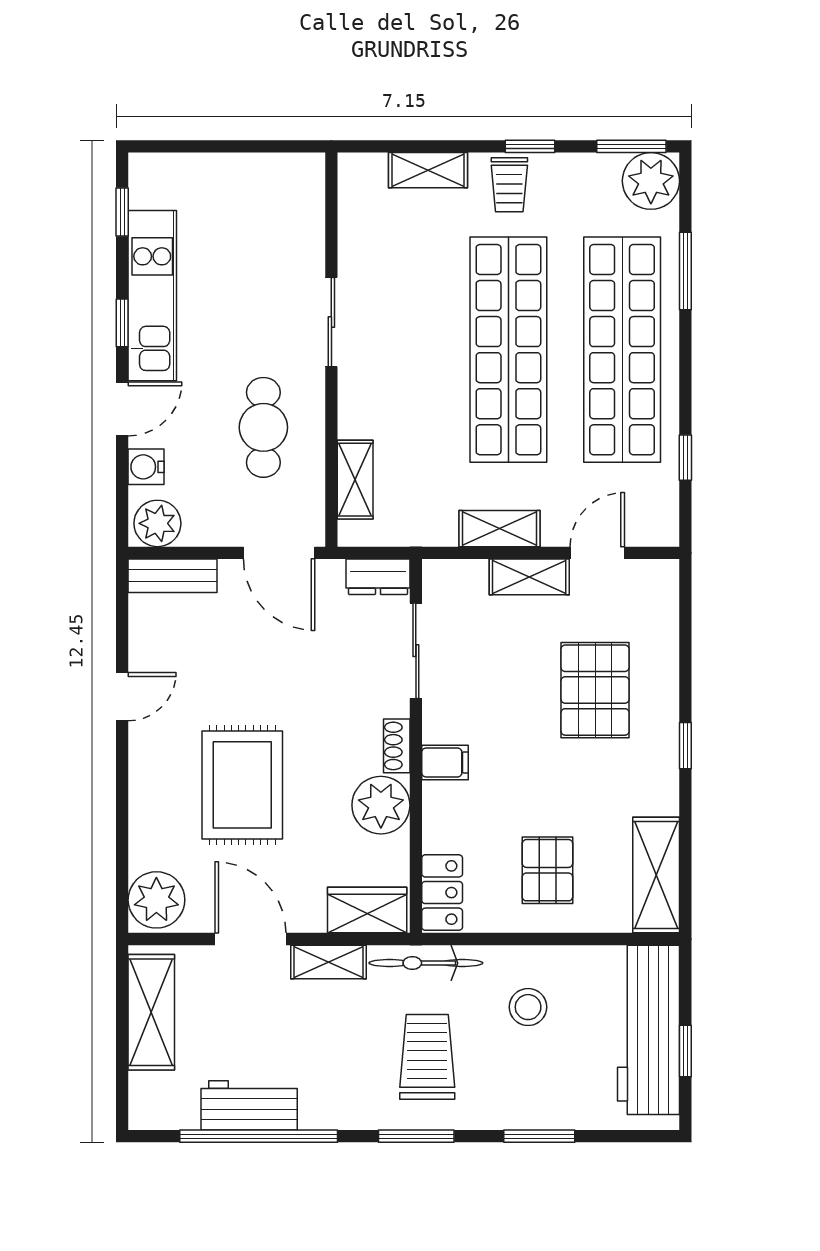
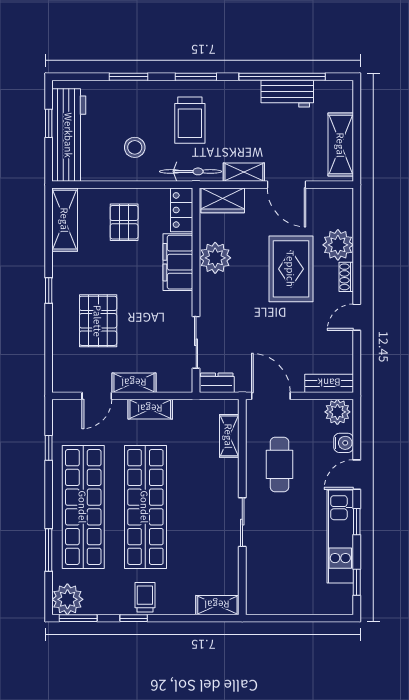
shelving: (428, 170) -> (217, 605), moved
shoe rack: (397, 746) -> (346, 277), moved, turned 180
filing cabinet: (445, 762) -> (178, 262), width x3.00, depth x1.17
plant: (156, 900) -> (338, 245), moved

